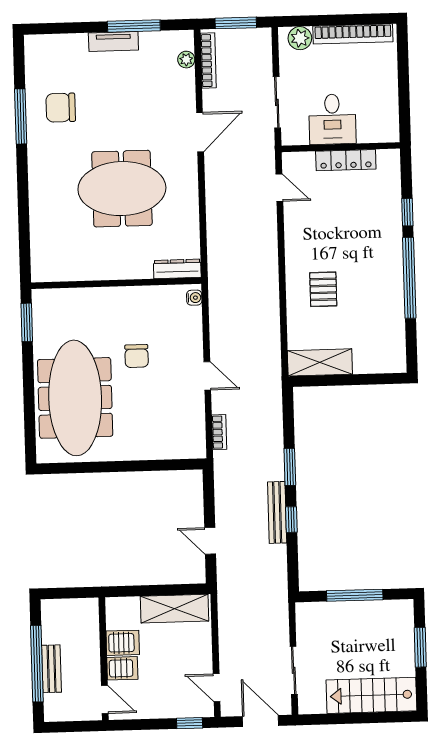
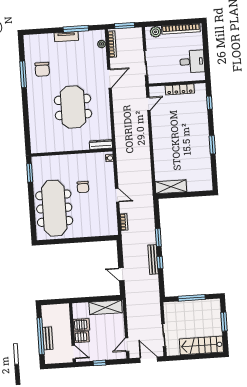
chair: (61, 108) -> (42, 69), turned -90
desk: (332, 119) -> (192, 62), moved, turned -90
door: (279, 188) -> (148, 104), hinge flipped
meeting table: (122, 189) -> (73, 107), turned 90
window: (407, 212) -> (209, 103), moved
window: (409, 278) -> (212, 145), width x0.47
pallet: (323, 289) -> (171, 152), removed
door: (217, 688) -> (127, 345), hinge flipped
window: (190, 723) -> (100, 363), moved

